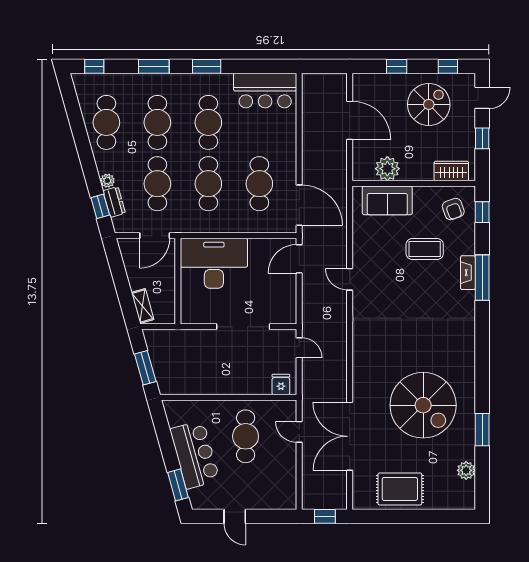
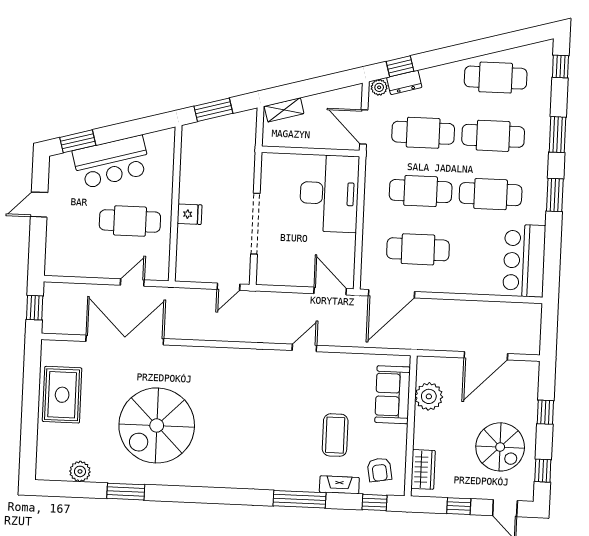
plant: (107, 181) -> (379, 87), moved
armchair: (453, 209) -> (379, 470), turned -80
fireplace: (468, 273) -> (339, 485), moved
fridge: (281, 385) -> (190, 214), moved

